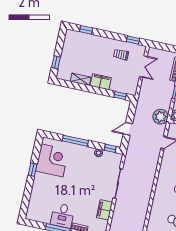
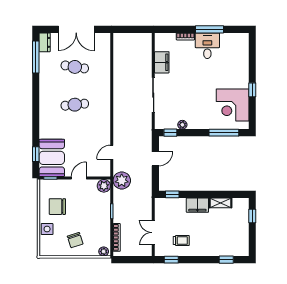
window: (75, 141) -> (224, 133), moved

